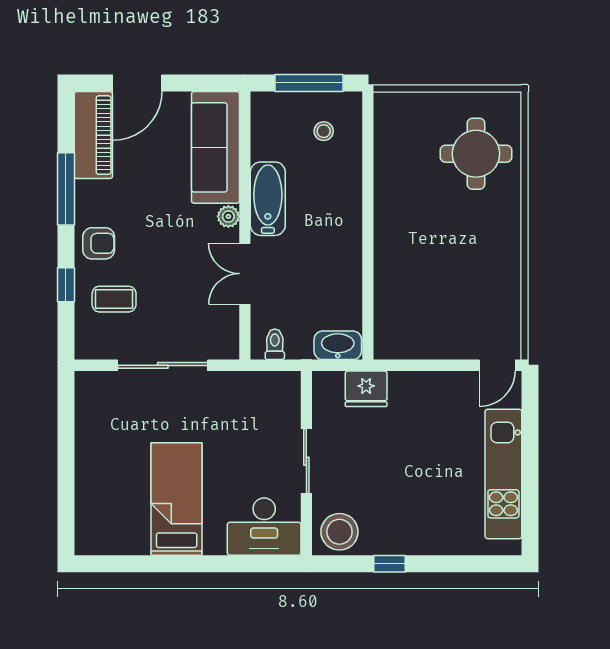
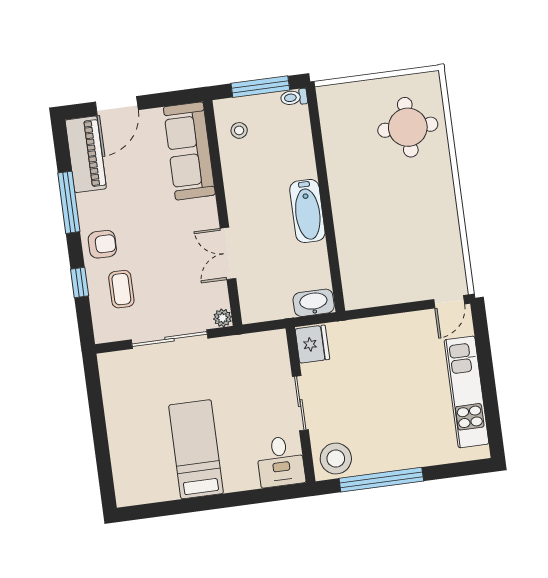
stool: (324, 131) -> (239, 130), moved
bathtub: (268, 199) -> (307, 211), moved, turned 180
plant: (228, 216) -> (223, 318), moved
coffee table: (114, 299) -> (121, 289), turned 90
toilet: (275, 344) -> (294, 97), moved, turned -90
fridge: (366, 389) -> (312, 344), moved, turned -90
desk: (264, 527) -> (281, 462), width x0.73
window: (390, 564) -> (381, 480), width x3.17

